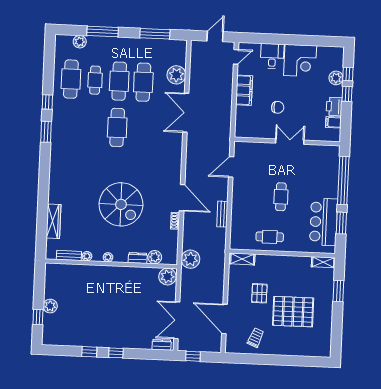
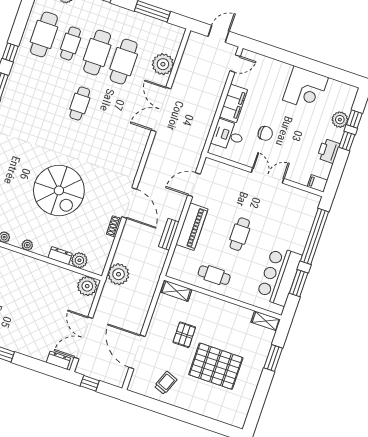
desk: (272, 56) -> (228, 135), moved, turned -90
filing cabinet: (333, 122) -> (317, 183), moved
cafe table: (117, 127) -> (80, 103), width x0.73, depth x0.74
piano: (240, 202) -> (192, 227), added

